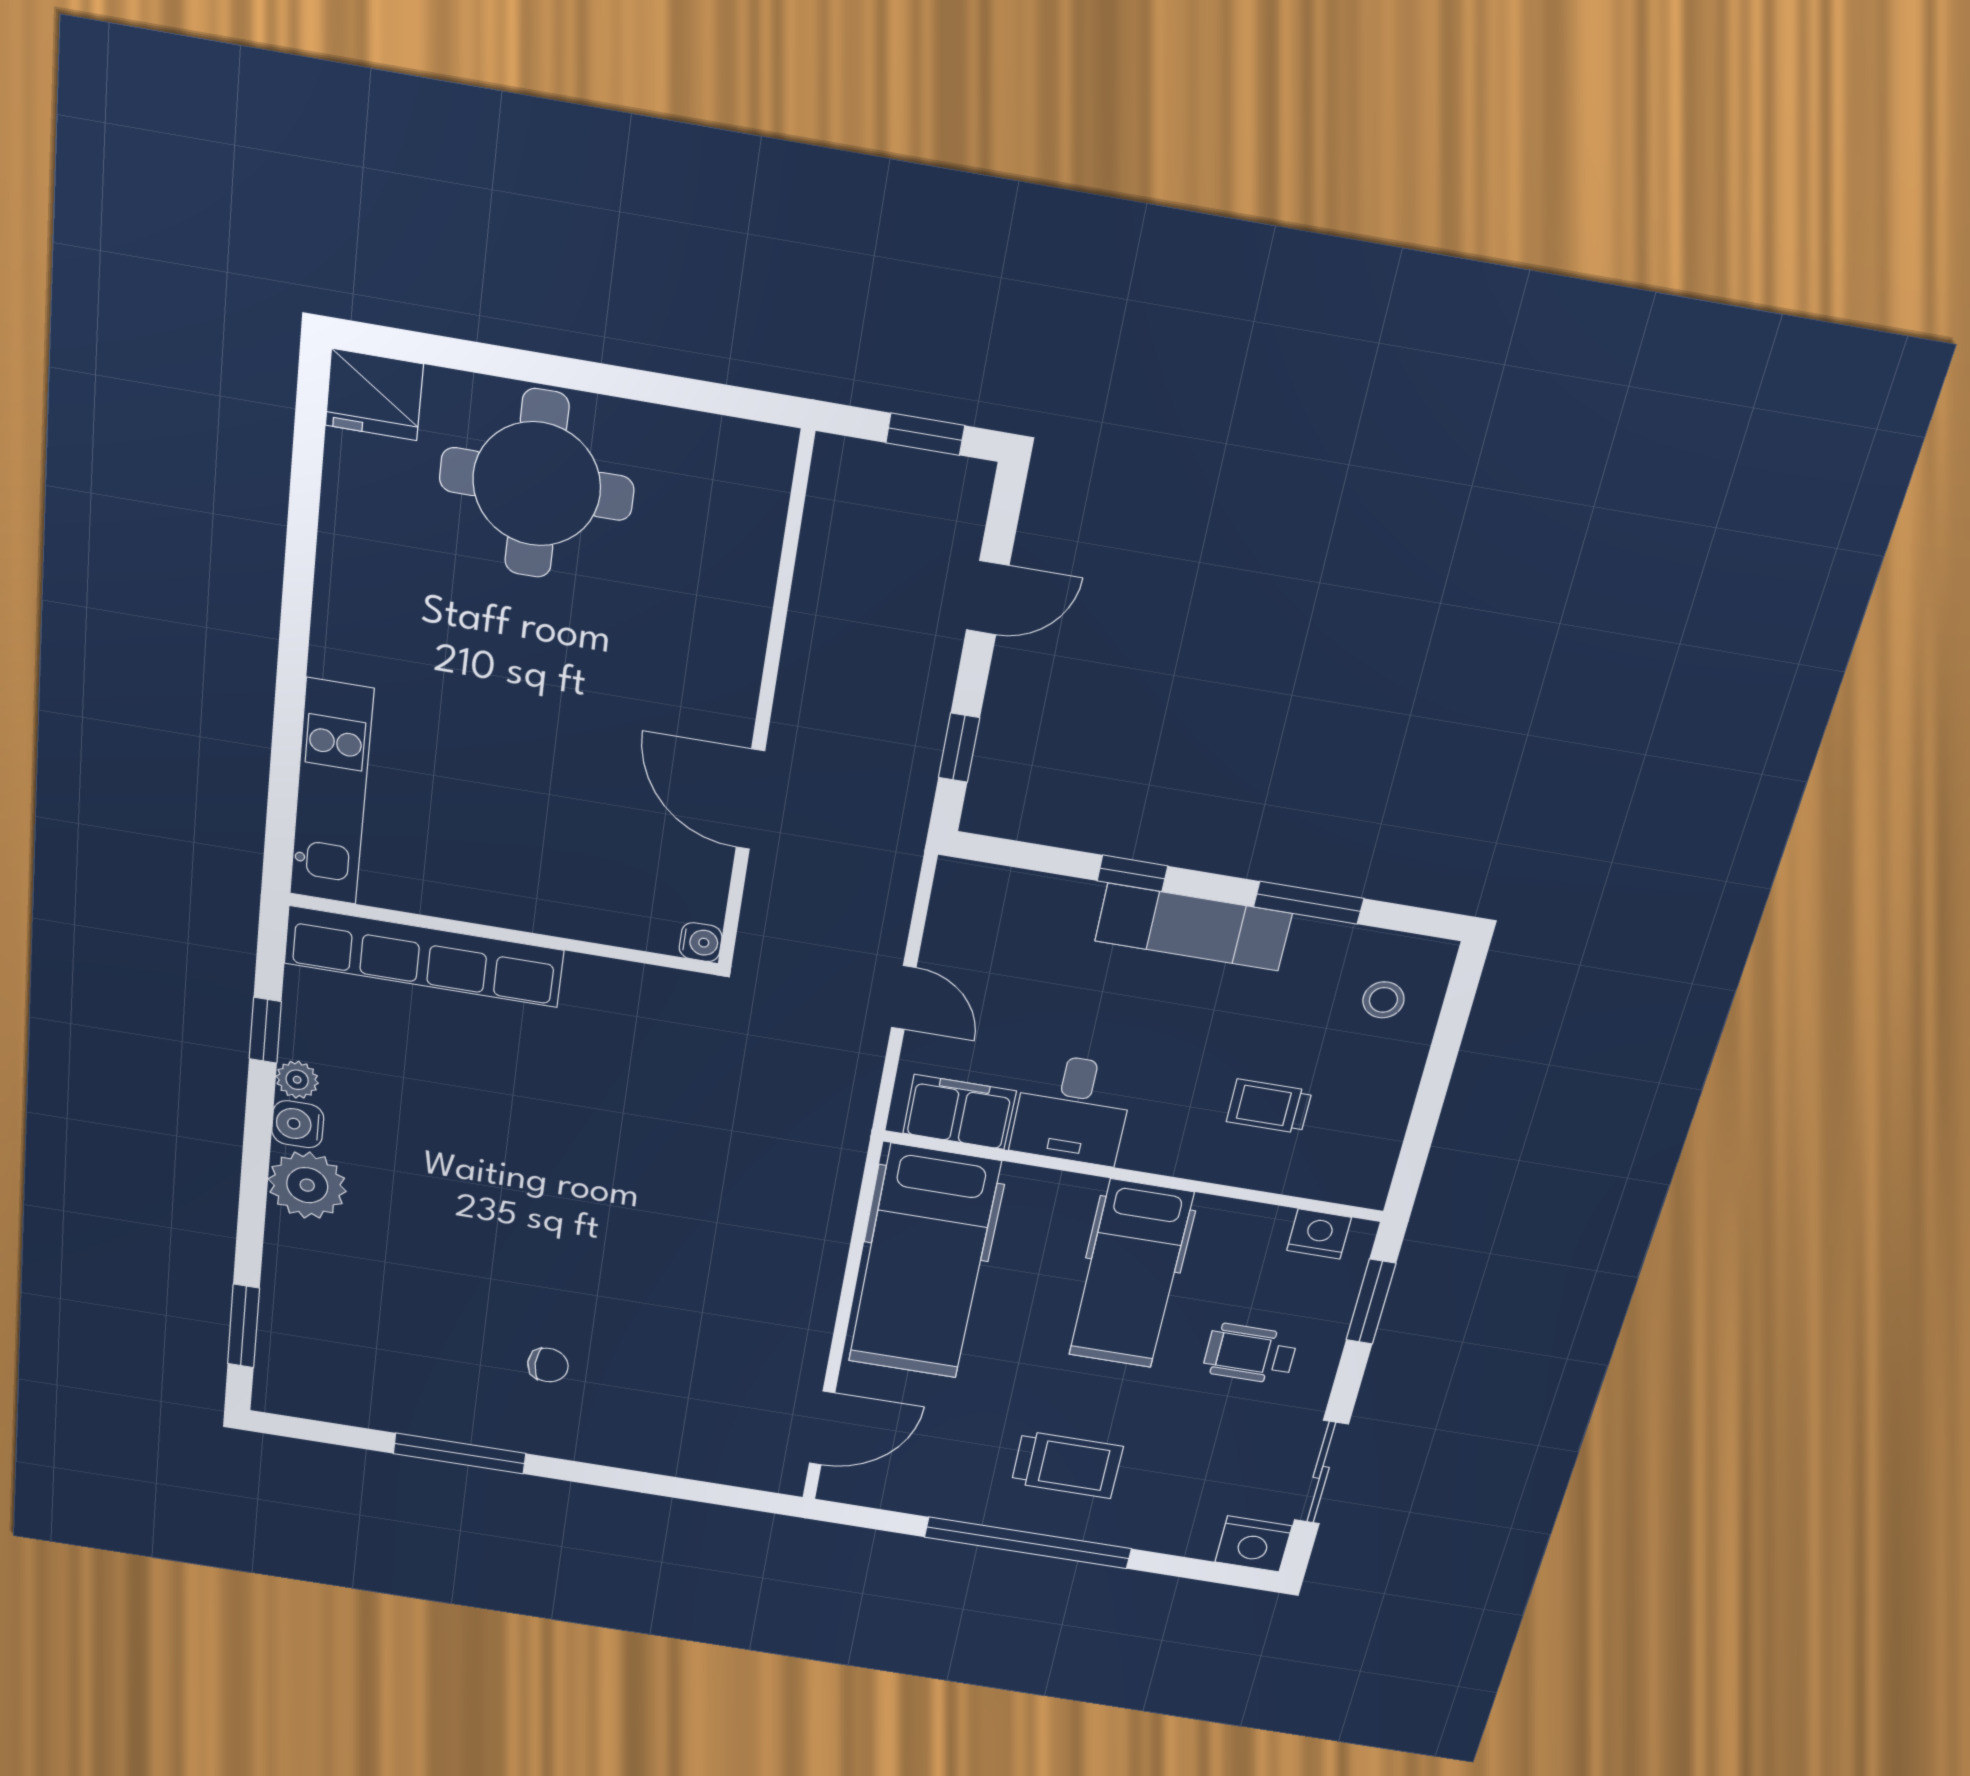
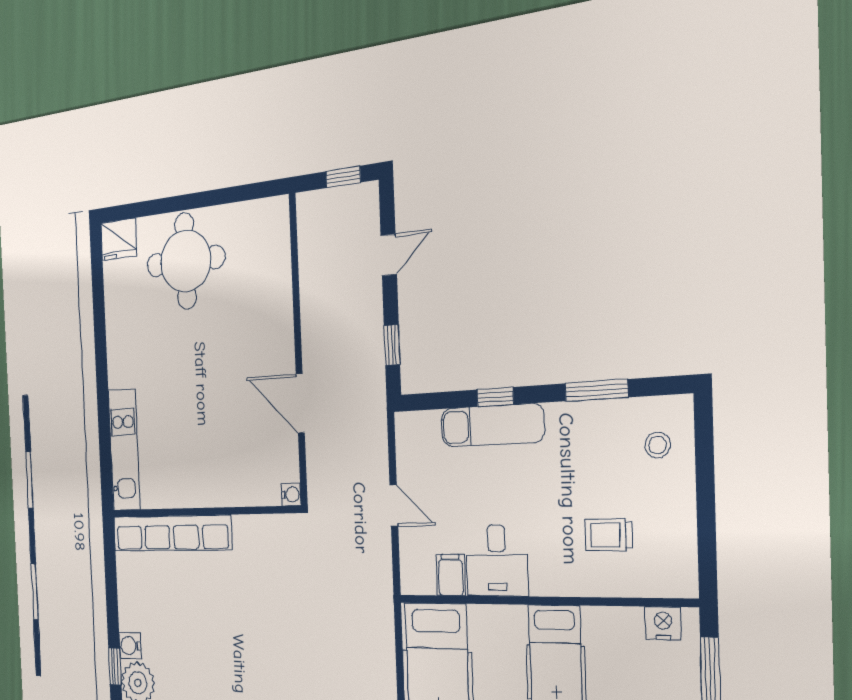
exam couch: (1193, 927) -> (492, 425), moved
window: (265, 1030) -> (115, 666), moved
plant: (297, 1080) -> (127, 619), removed
filing cabinet: (959, 1112) -> (451, 575), width x0.50

